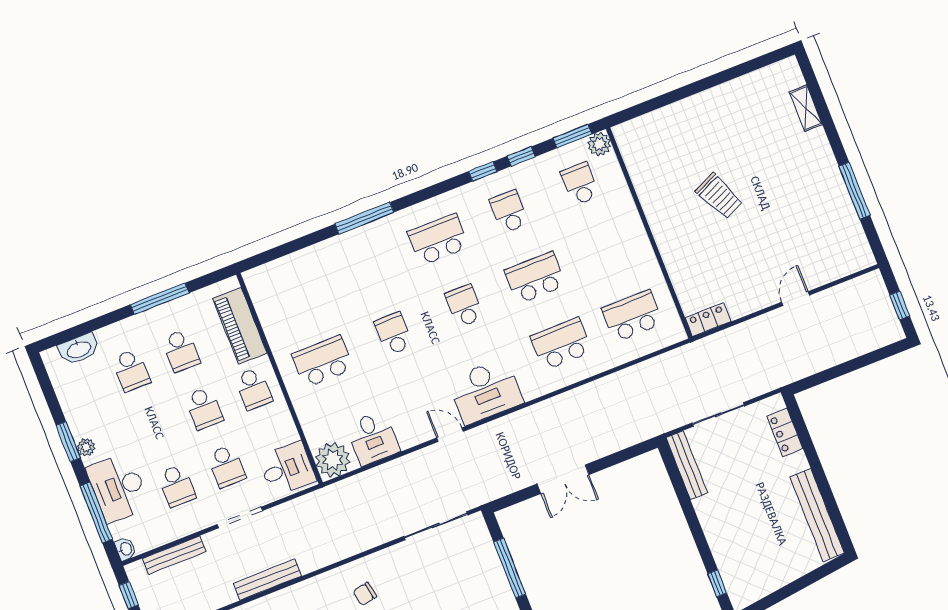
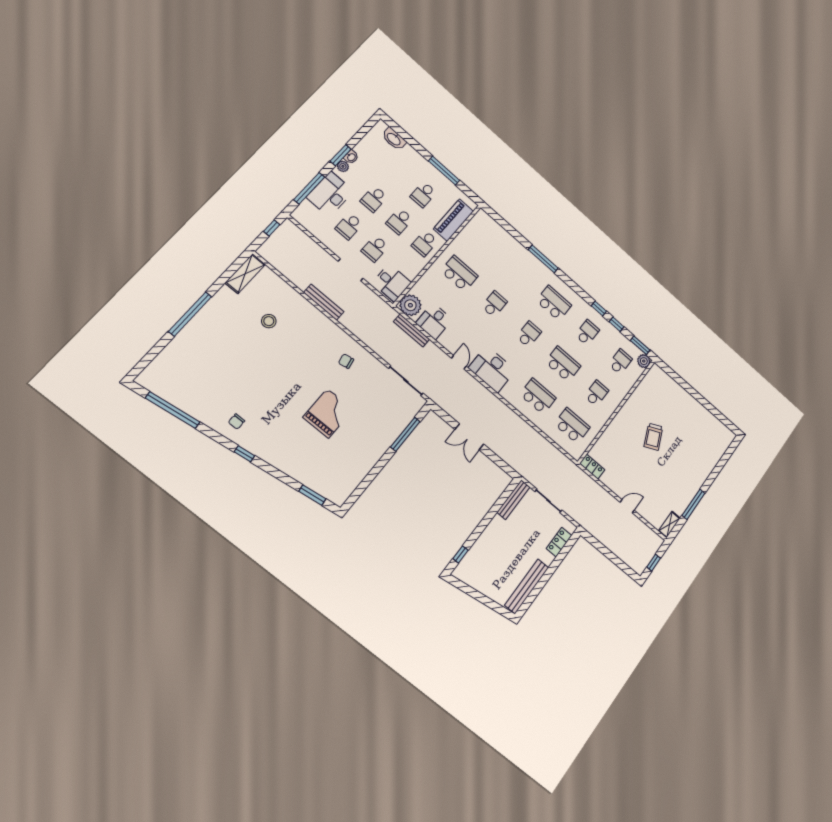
shelving: (806, 108) -> (669, 525), moved
school desk: (606, 250) -> (596, 393), added
school desk: (131, 370) -> (374, 199), moved
washbasin: (126, 549) -> (351, 157), moved
bench: (174, 555) -> (411, 330), moved

